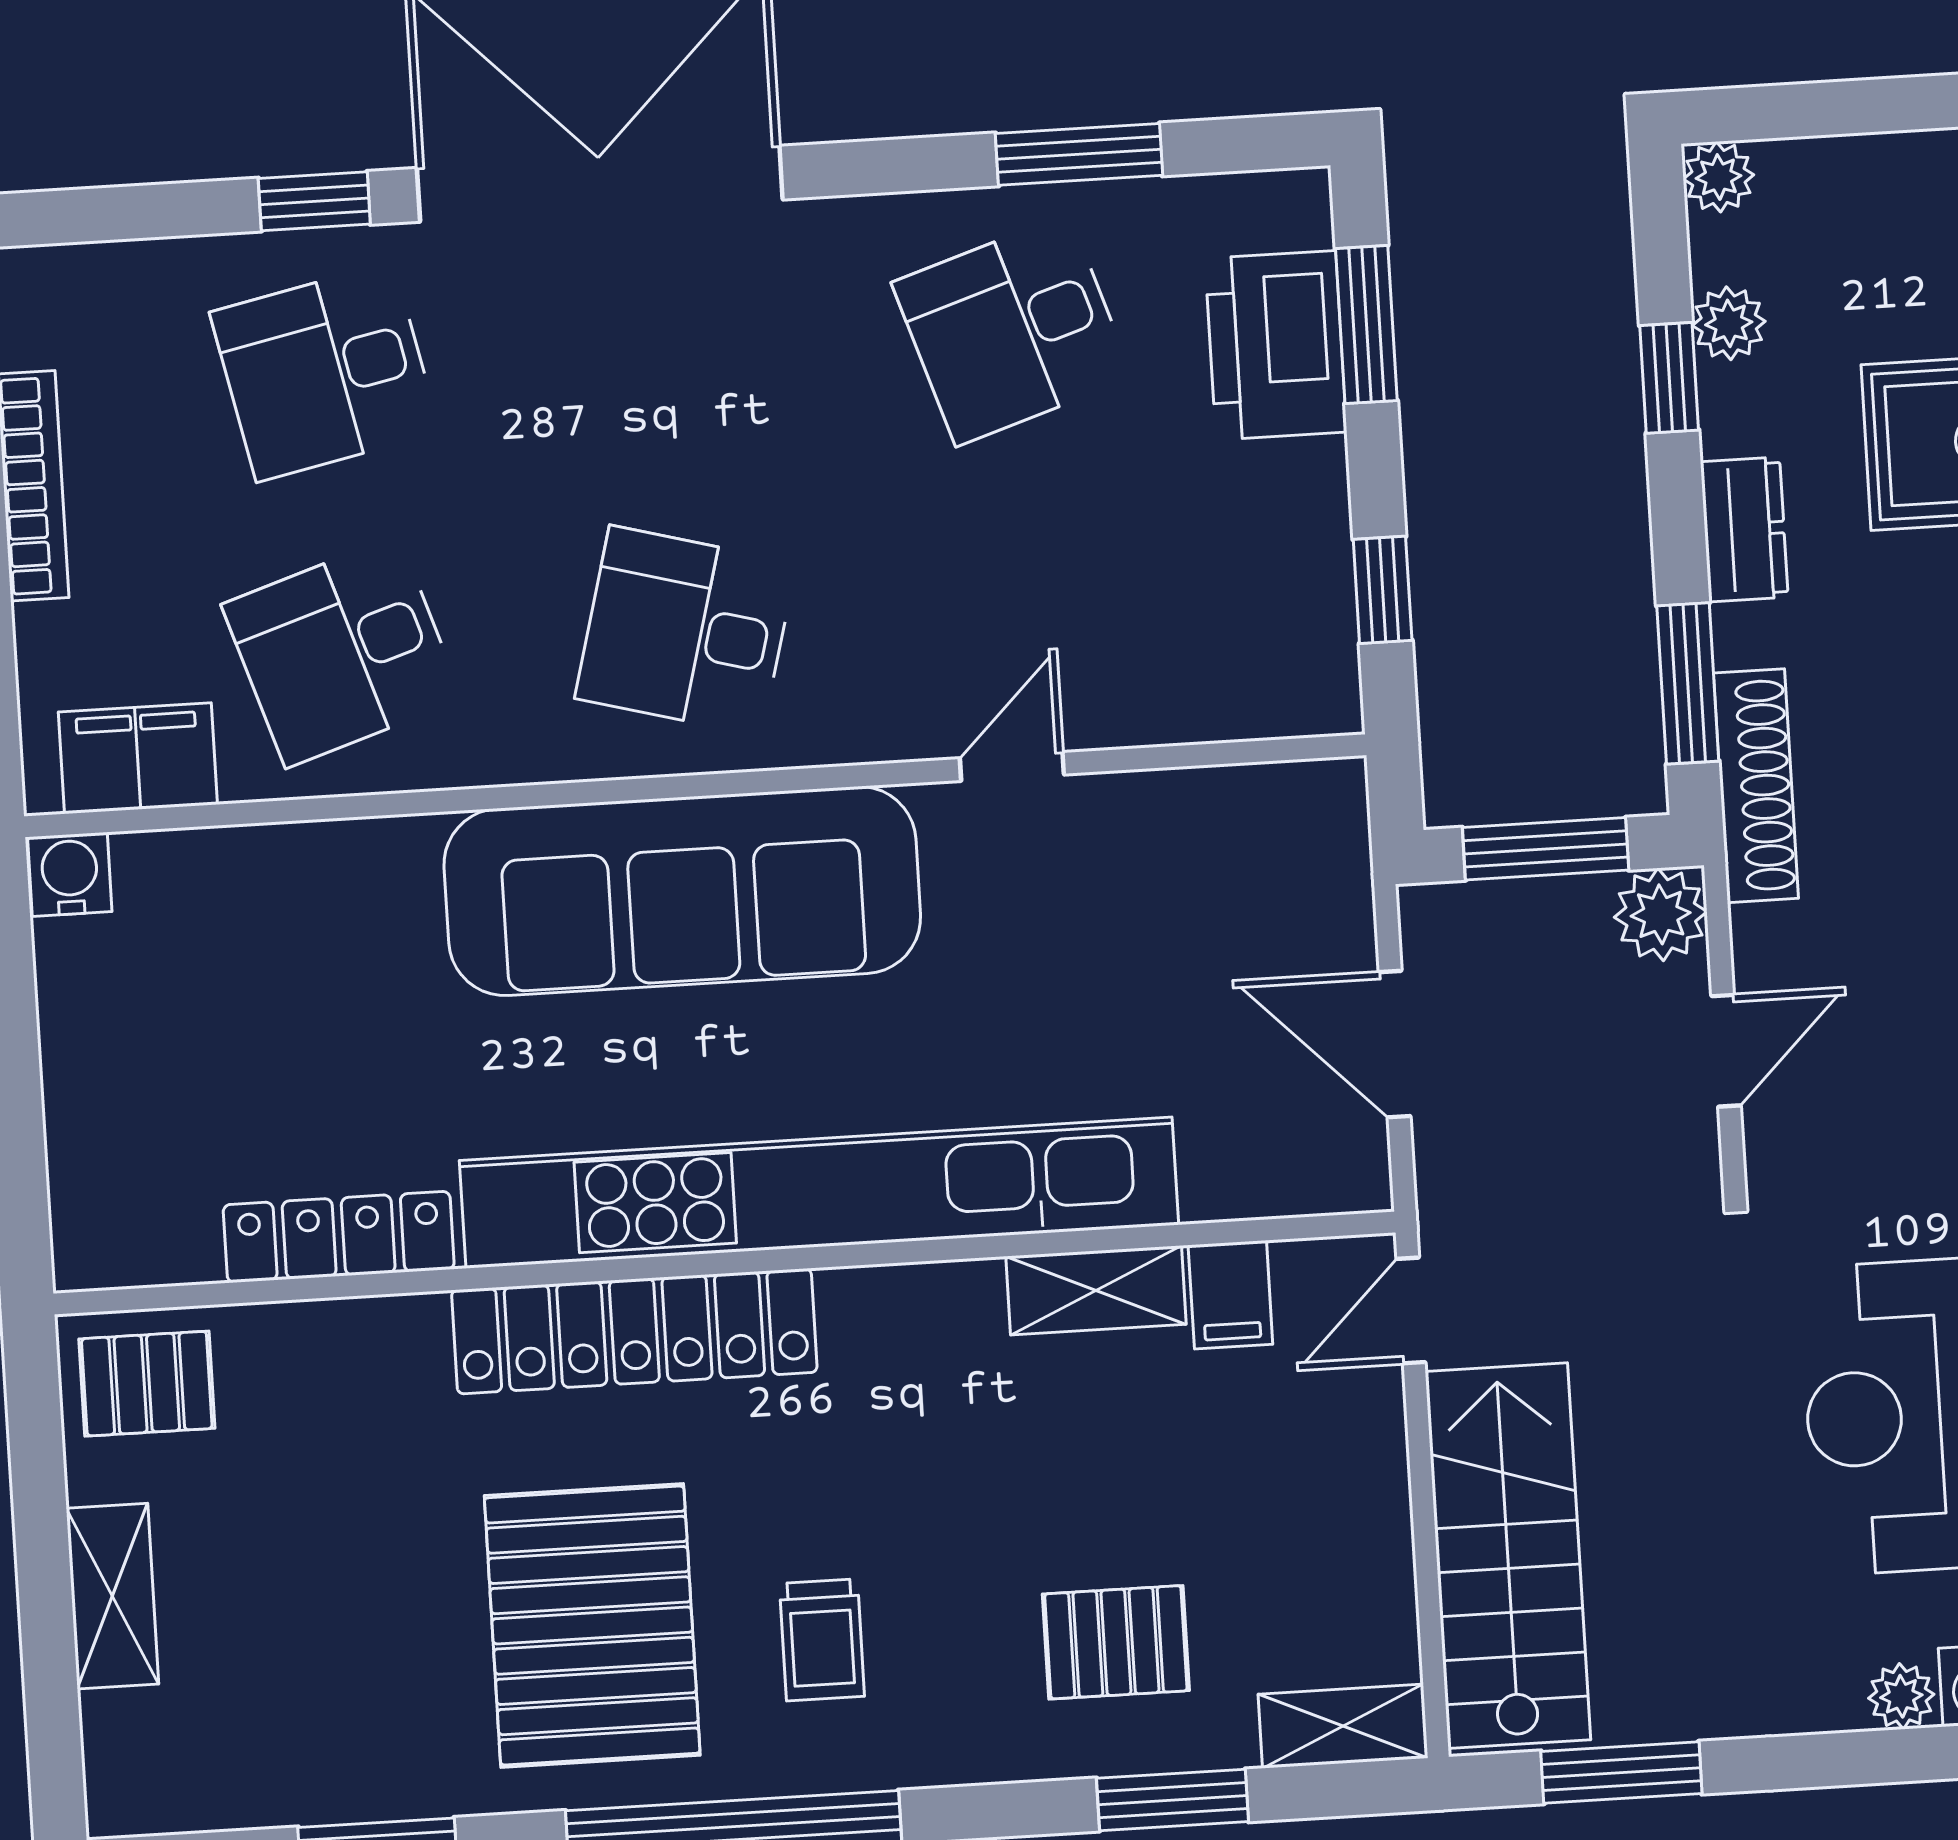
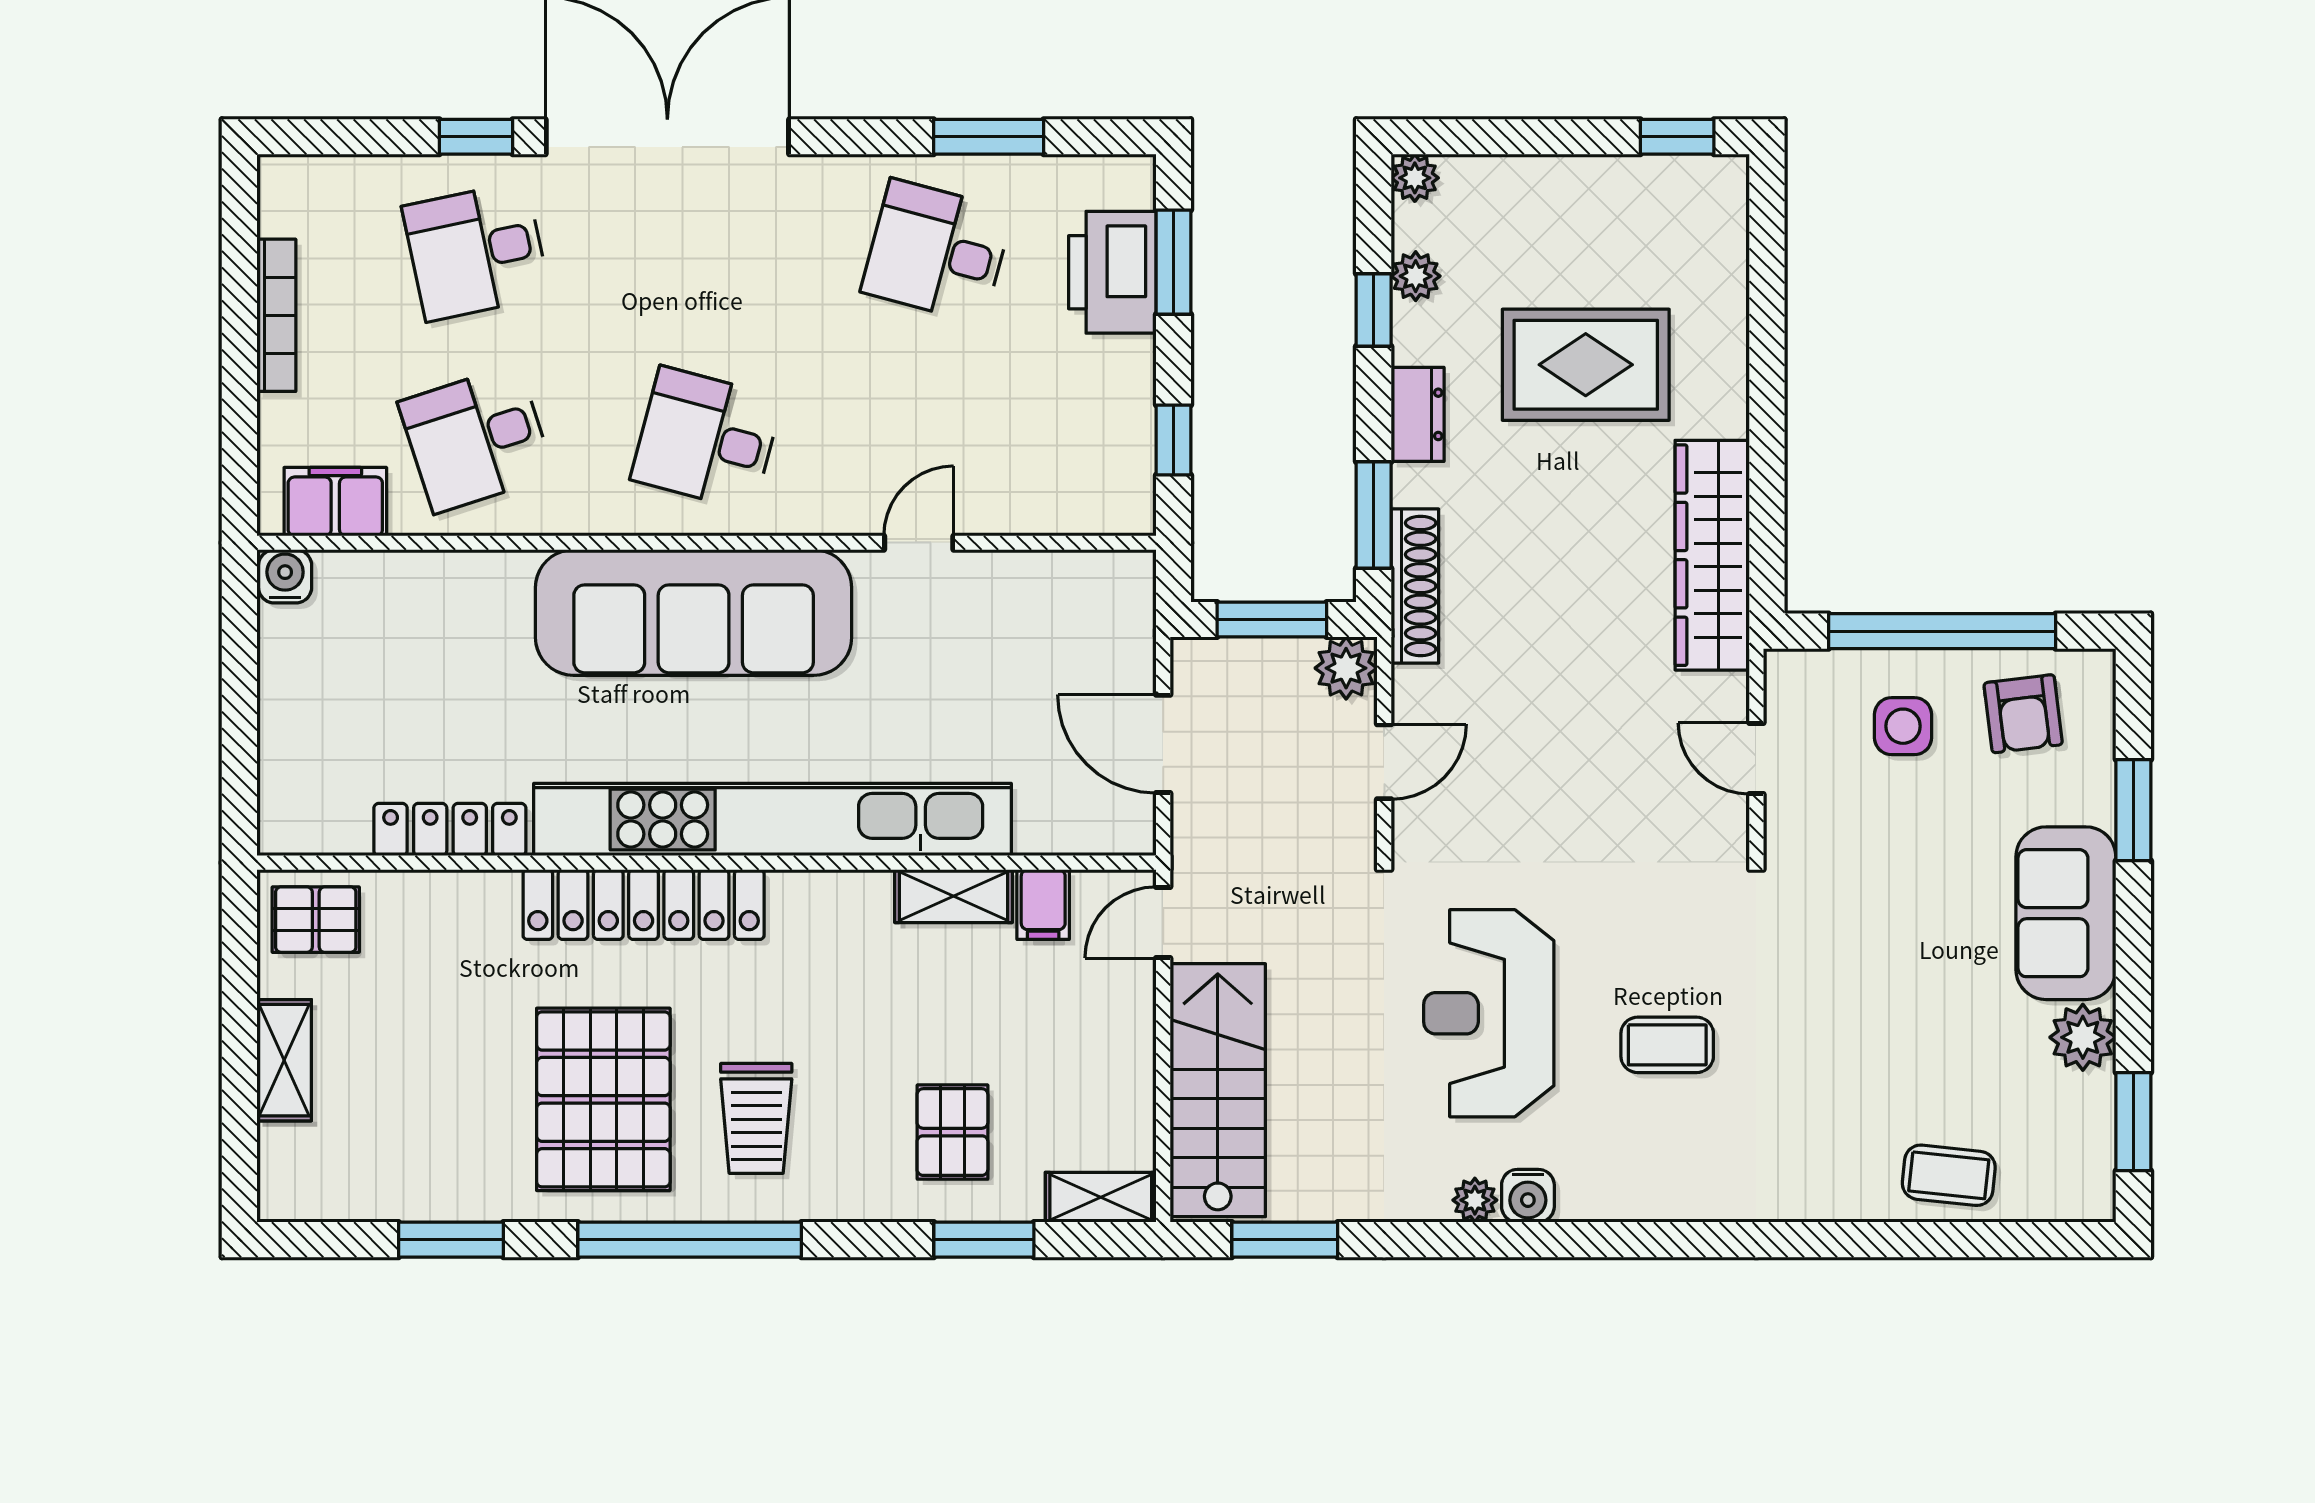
desk: (1012, 330) -> (937, 251), turned 33
trolley: (822, 1640) -> (756, 1118), width x1.36, depth x1.39
pallet: (1116, 1642) -> (952, 1132), turned 90

